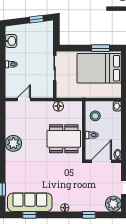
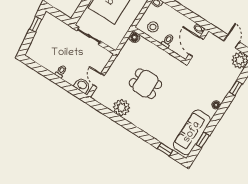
washbasin: (11, 41) -> (82, 85), moved
floor lamp: (58, 106) -> (134, 37), moved
dining table: (64, 139) -> (145, 84), moved, width x0.73
plant: (13, 143) -> (121, 108), moved

